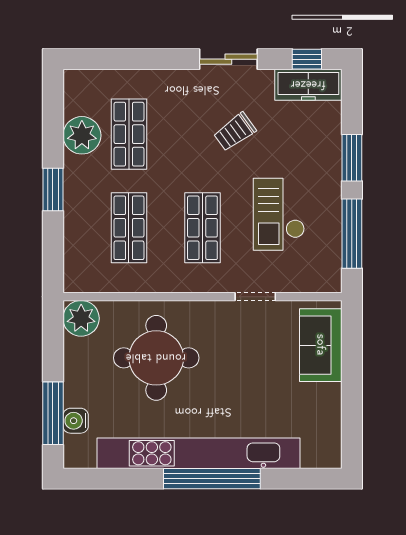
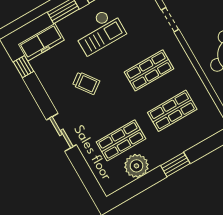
sliding door: (228, 59) -> (61, 132), moved
freezer: (308, 85) -> (41, 42), moved, turned 90
checkout: (279, 214) -> (99, 31), moved

